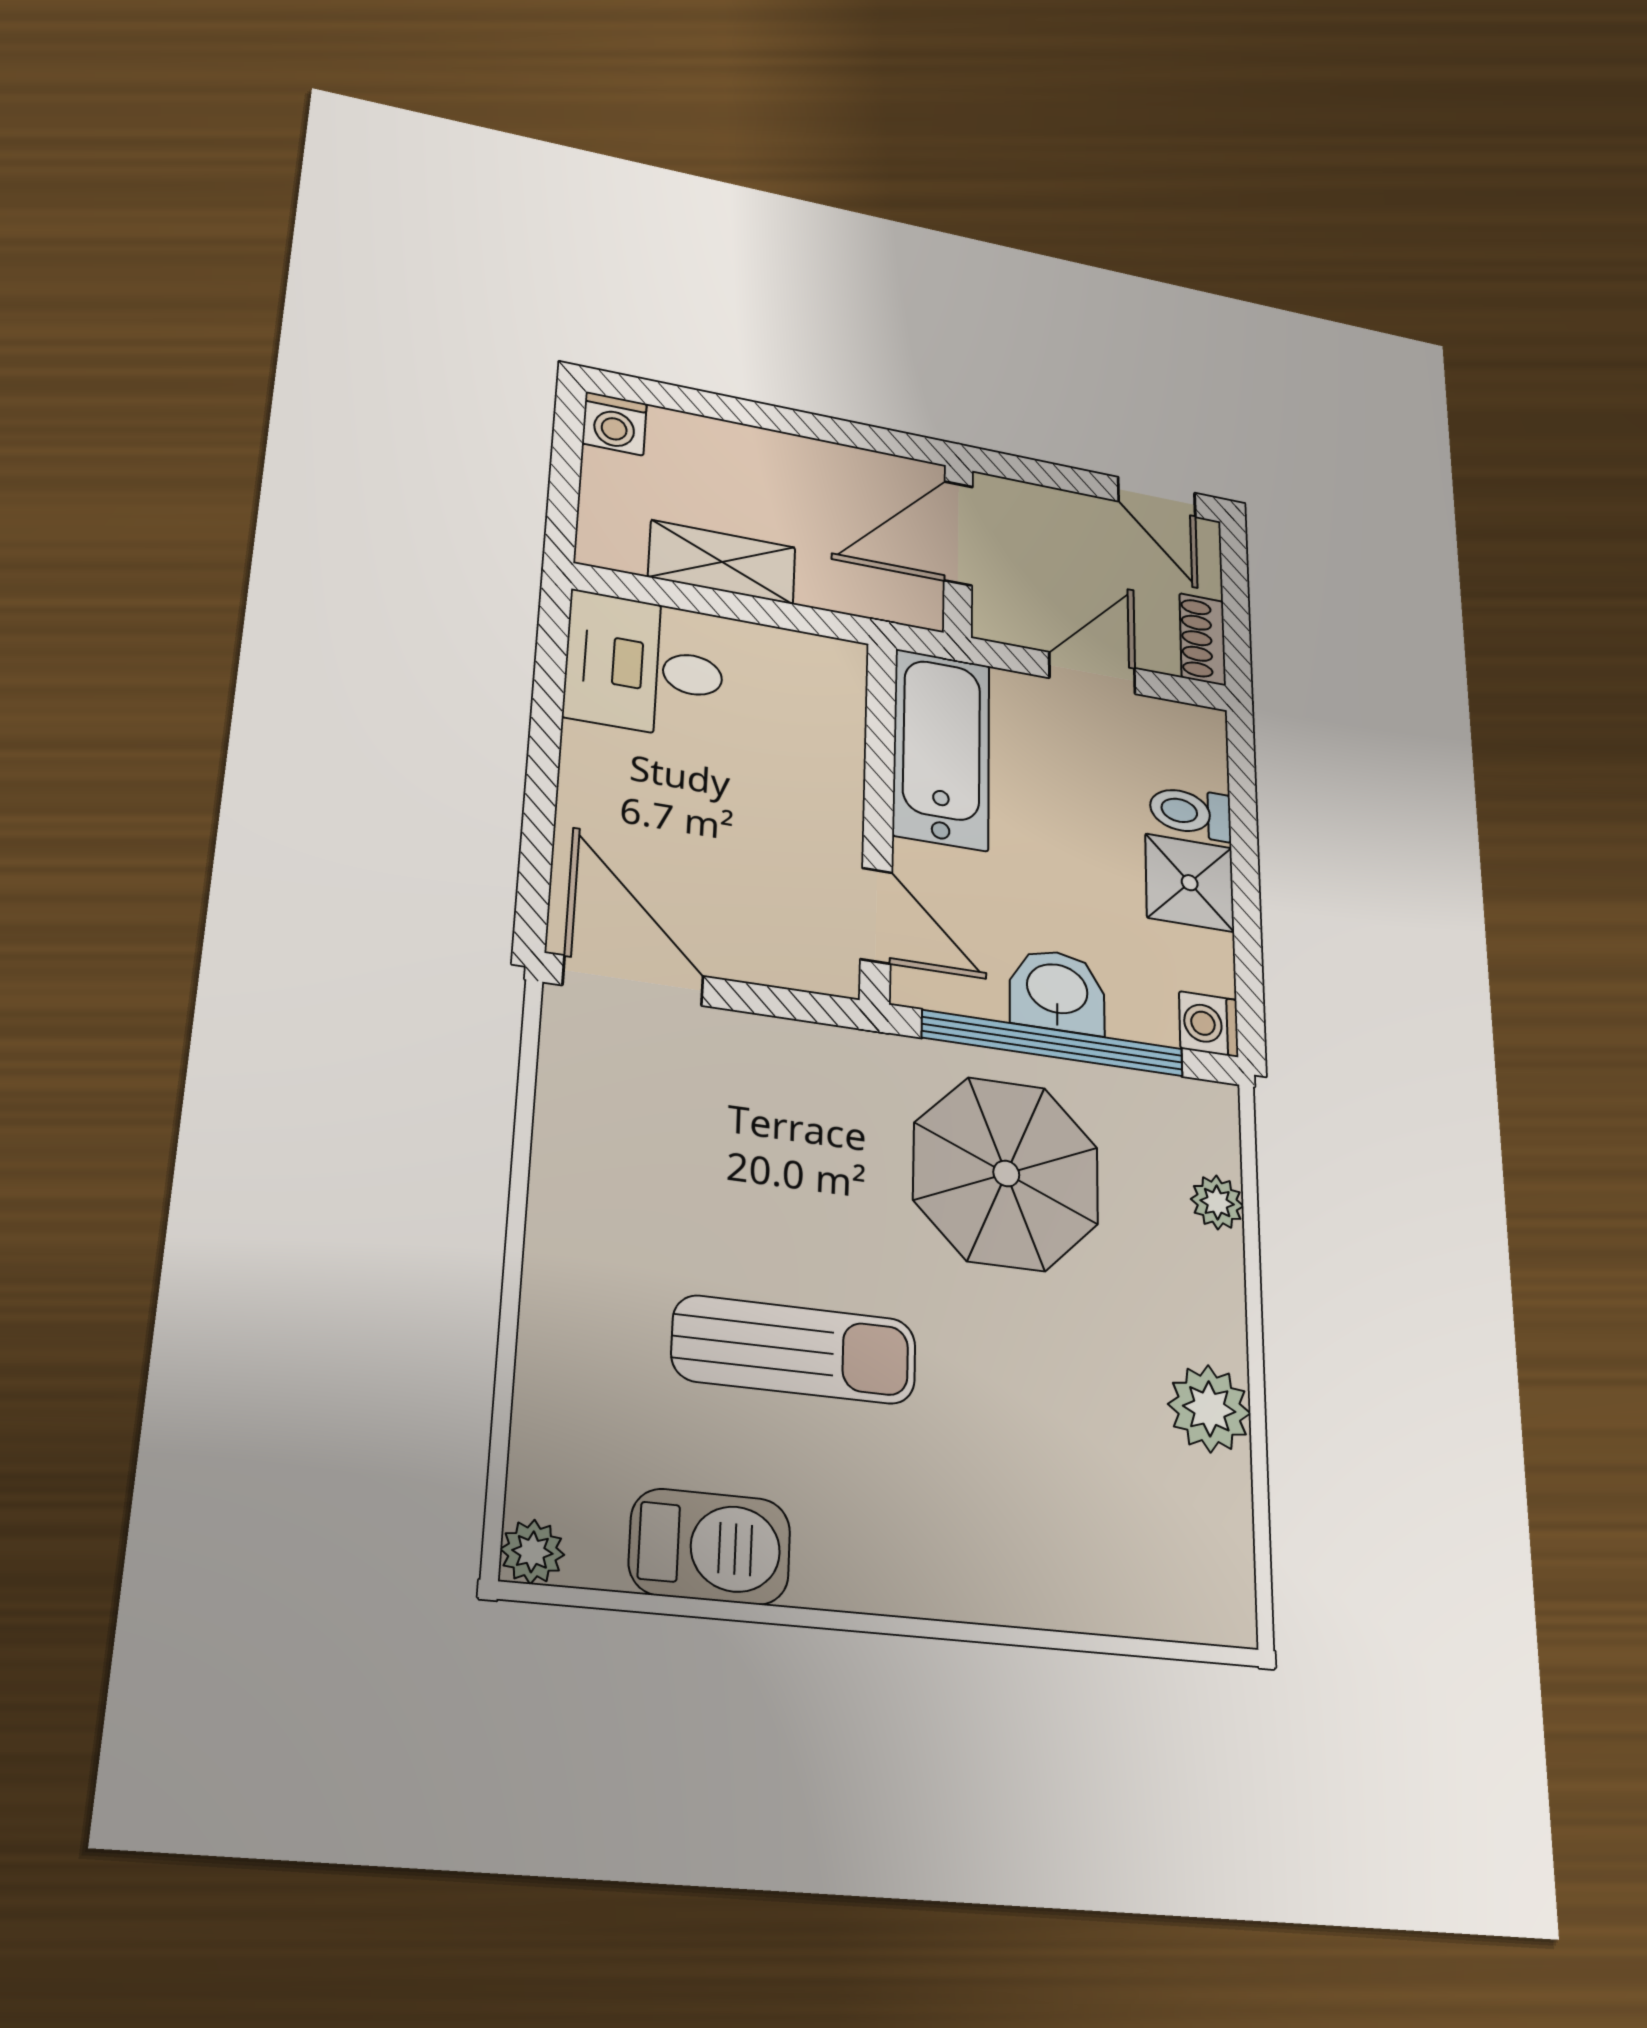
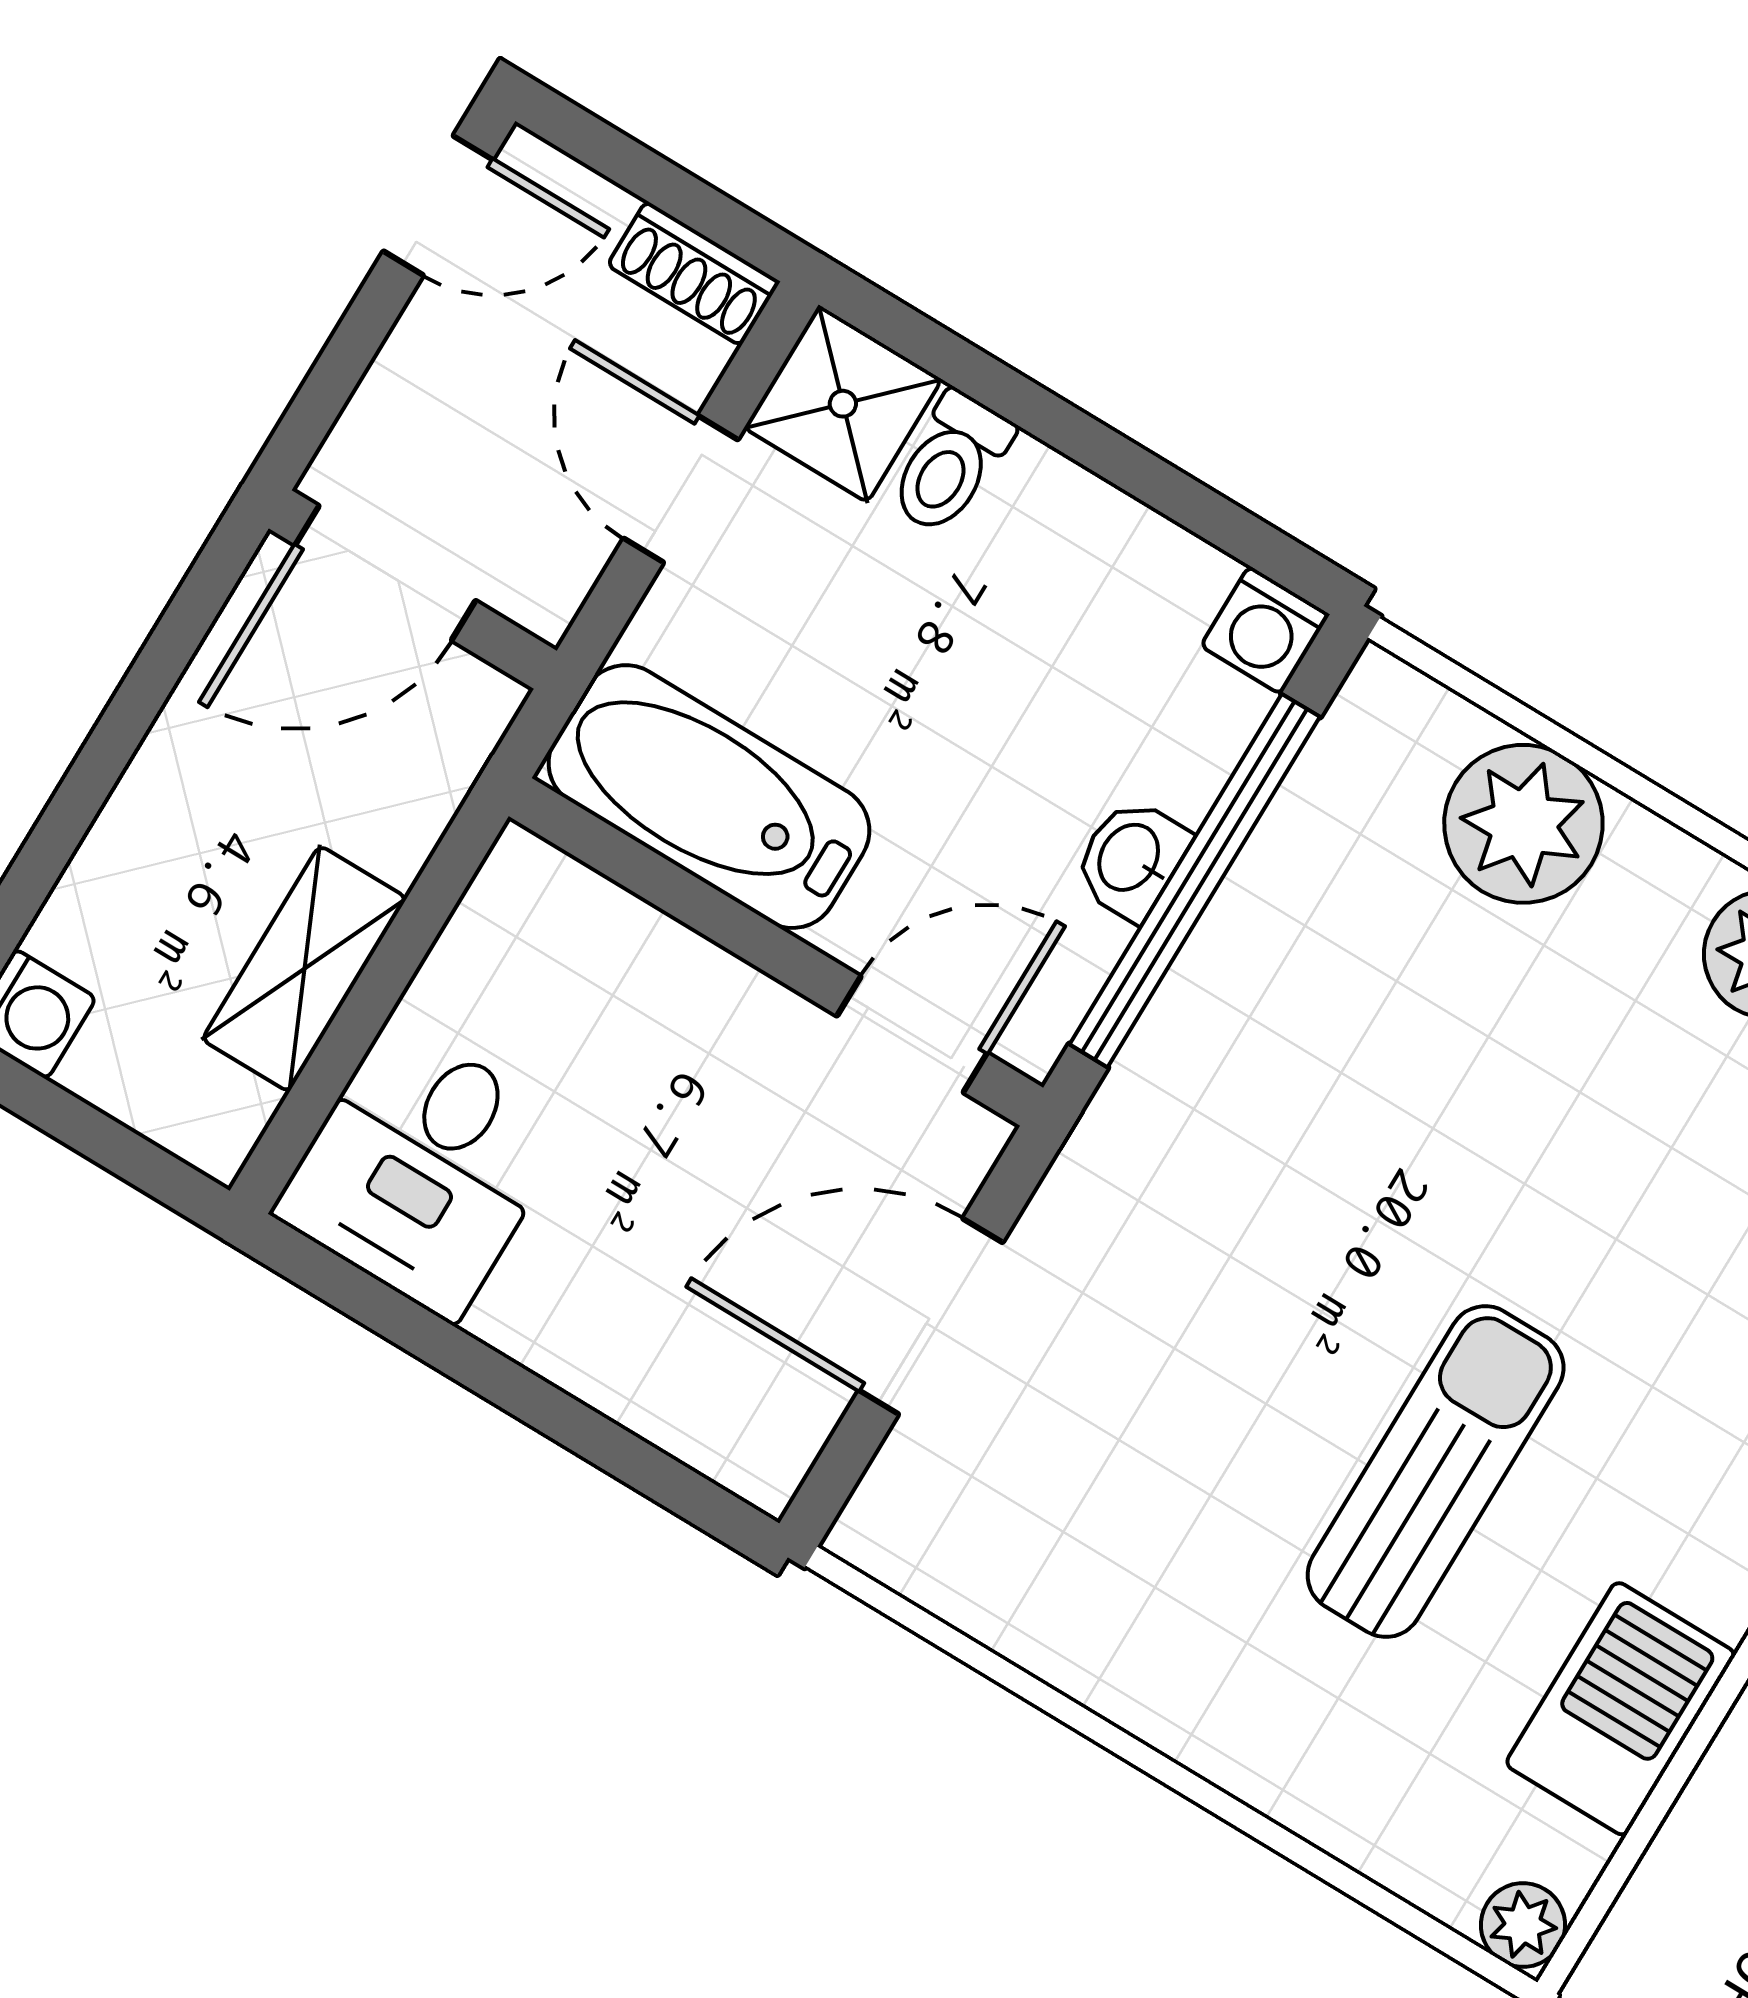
door: (958, 533) -> (385, 573), hinge flipped
shower: (1190, 883) -> (843, 404), moved
door: (633, 981) -> (931, 1316), moved
washbasin: (1057, 991) -> (1131, 859), width x0.72, depth x0.69
parasol: (1006, 1173) -> (1340, 1055), removed
plant: (1217, 1202) -> (1523, 824), width x1.88, depth x1.88

